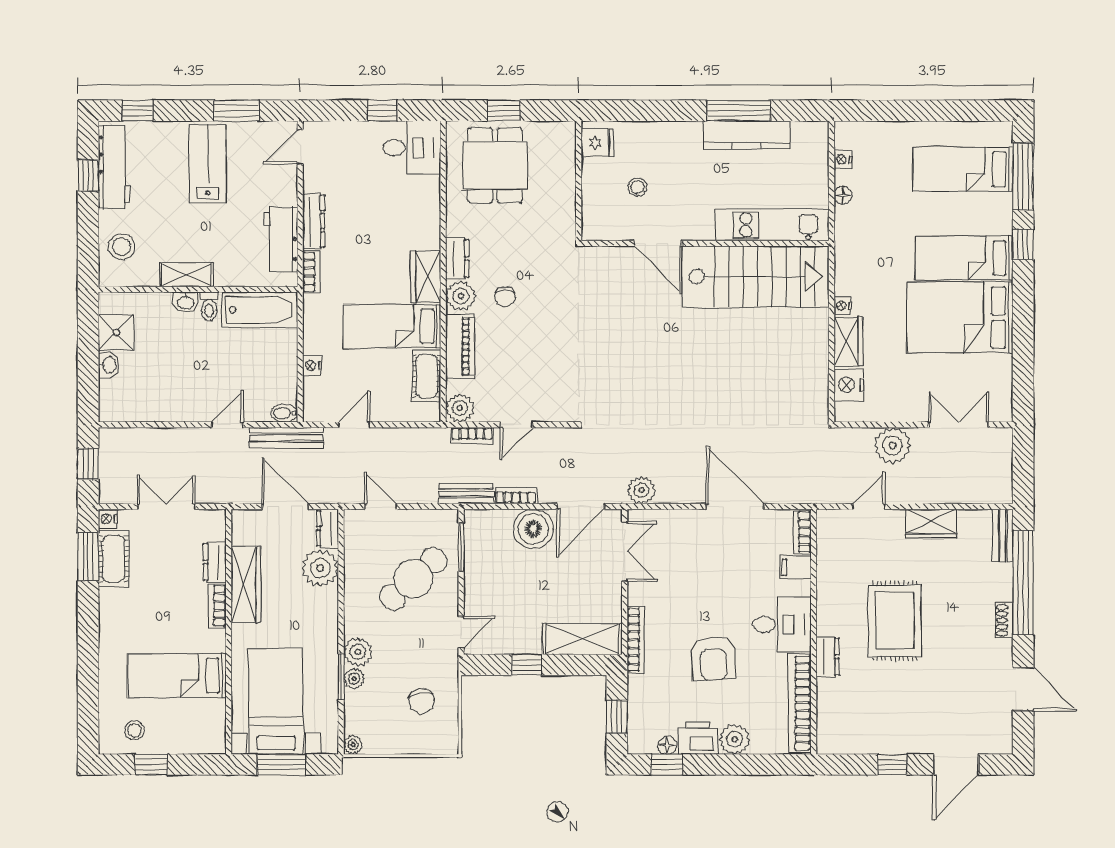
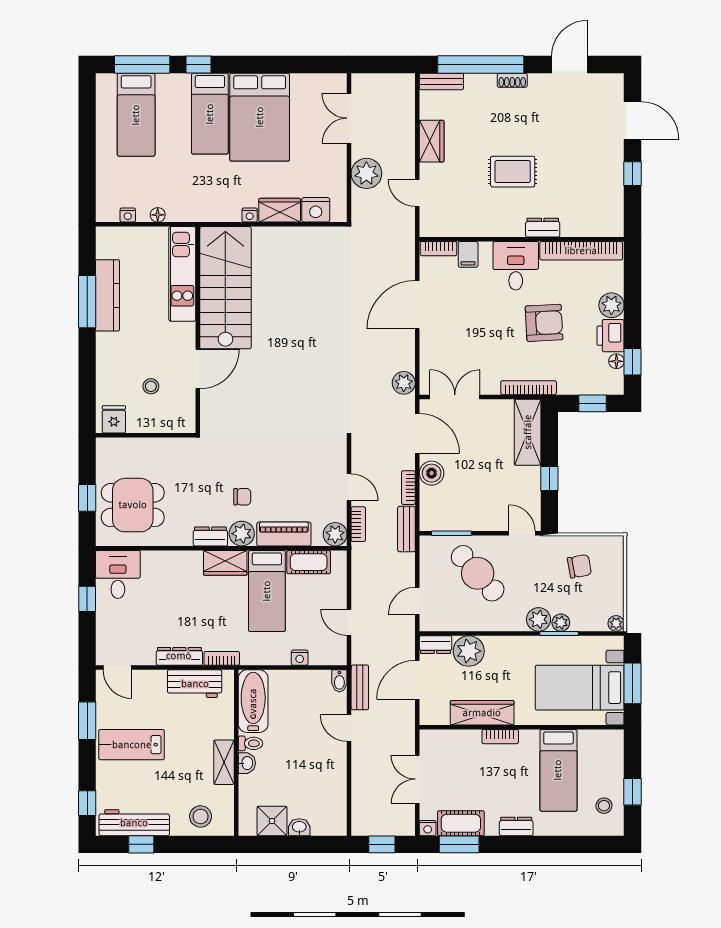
bench: (286, 438) -> (360, 687), width x0.73
boiler: (533, 529) -> (432, 473), width x0.73, depth x0.73
dresser: (215, 562) -> (516, 826), moved, turned 180
rug: (895, 621) -> (513, 172), width x0.73, depth x0.70

